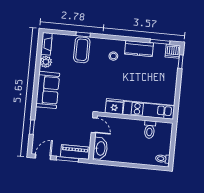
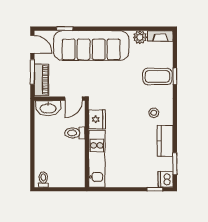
sofa: (48, 90) -> (91, 45), width x1.85, depth x1.27
toilet: (150, 129) -> (75, 133), moved

